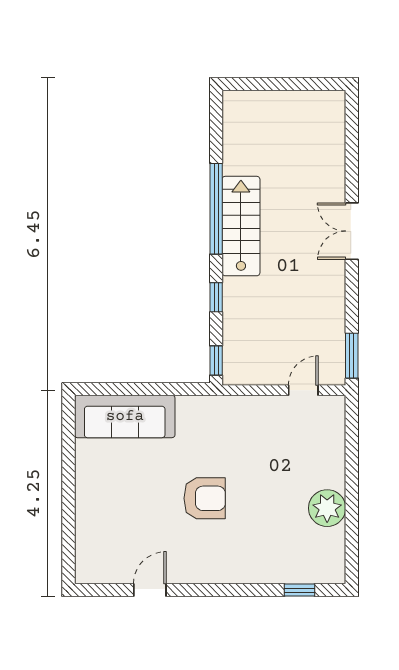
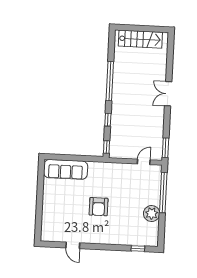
stairs: (241, 226) -> (140, 39), moved, turned 90
window: (352, 459) -> (163, 193), added
armchair: (205, 498) -> (99, 207), turned 90
door: (150, 590) -> (73, 245), swing flipped

